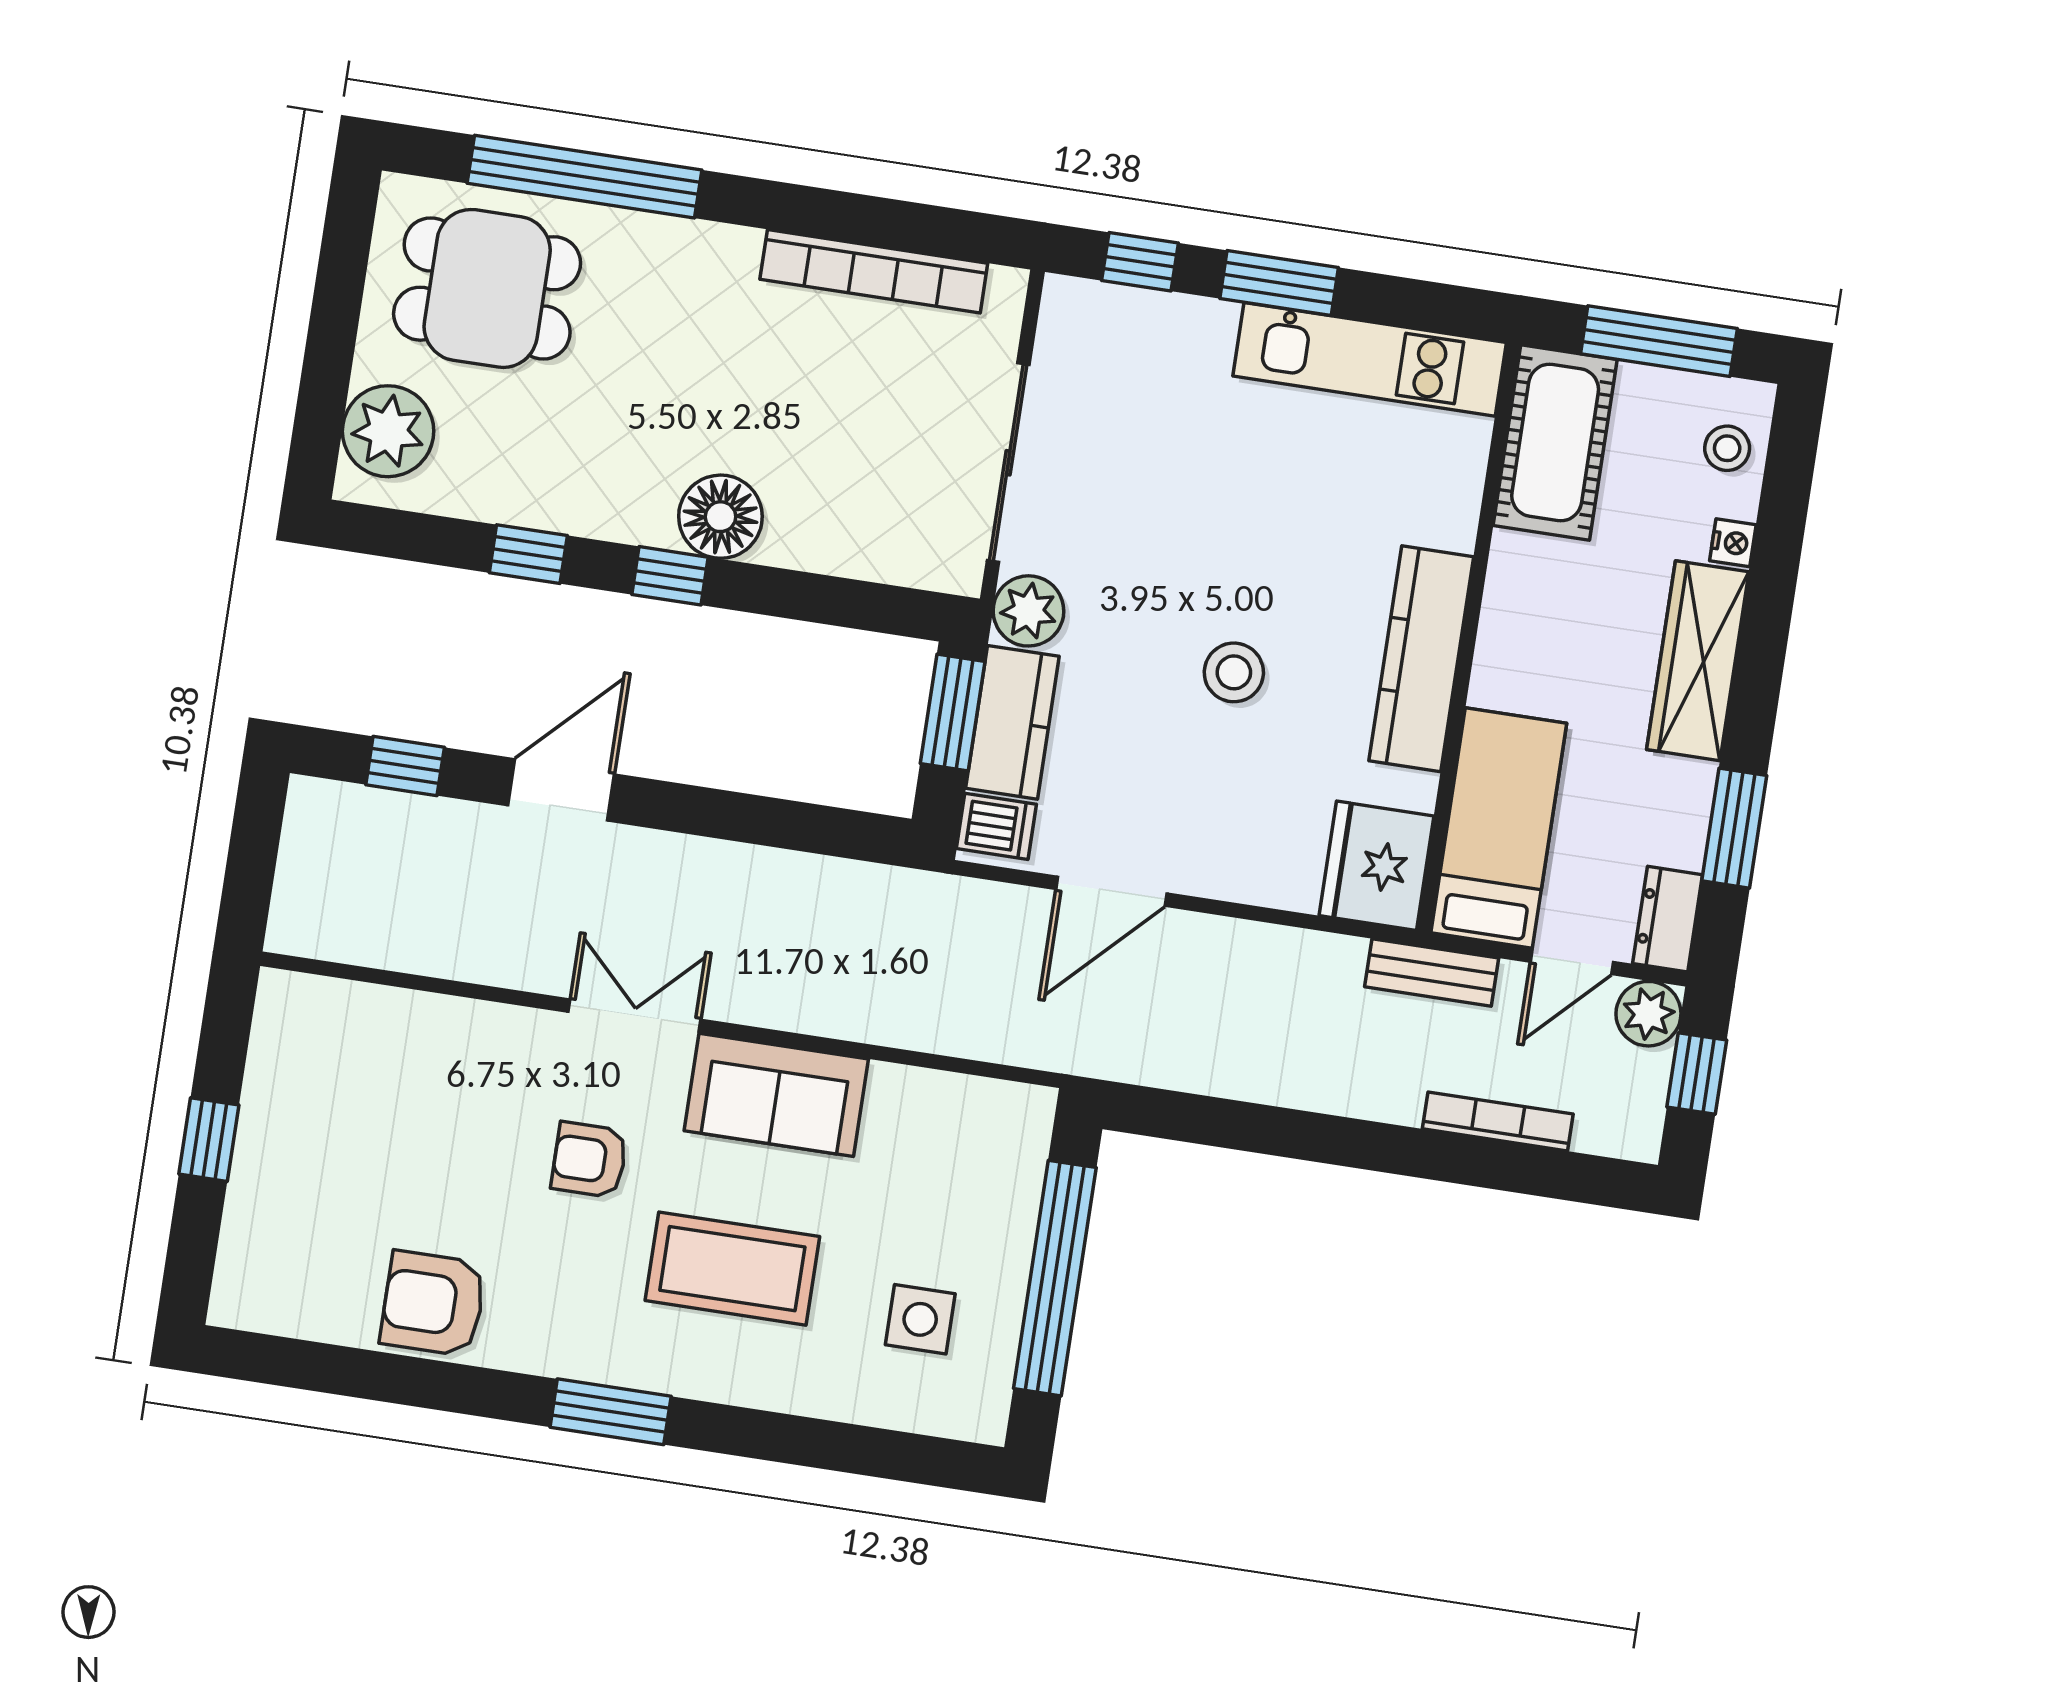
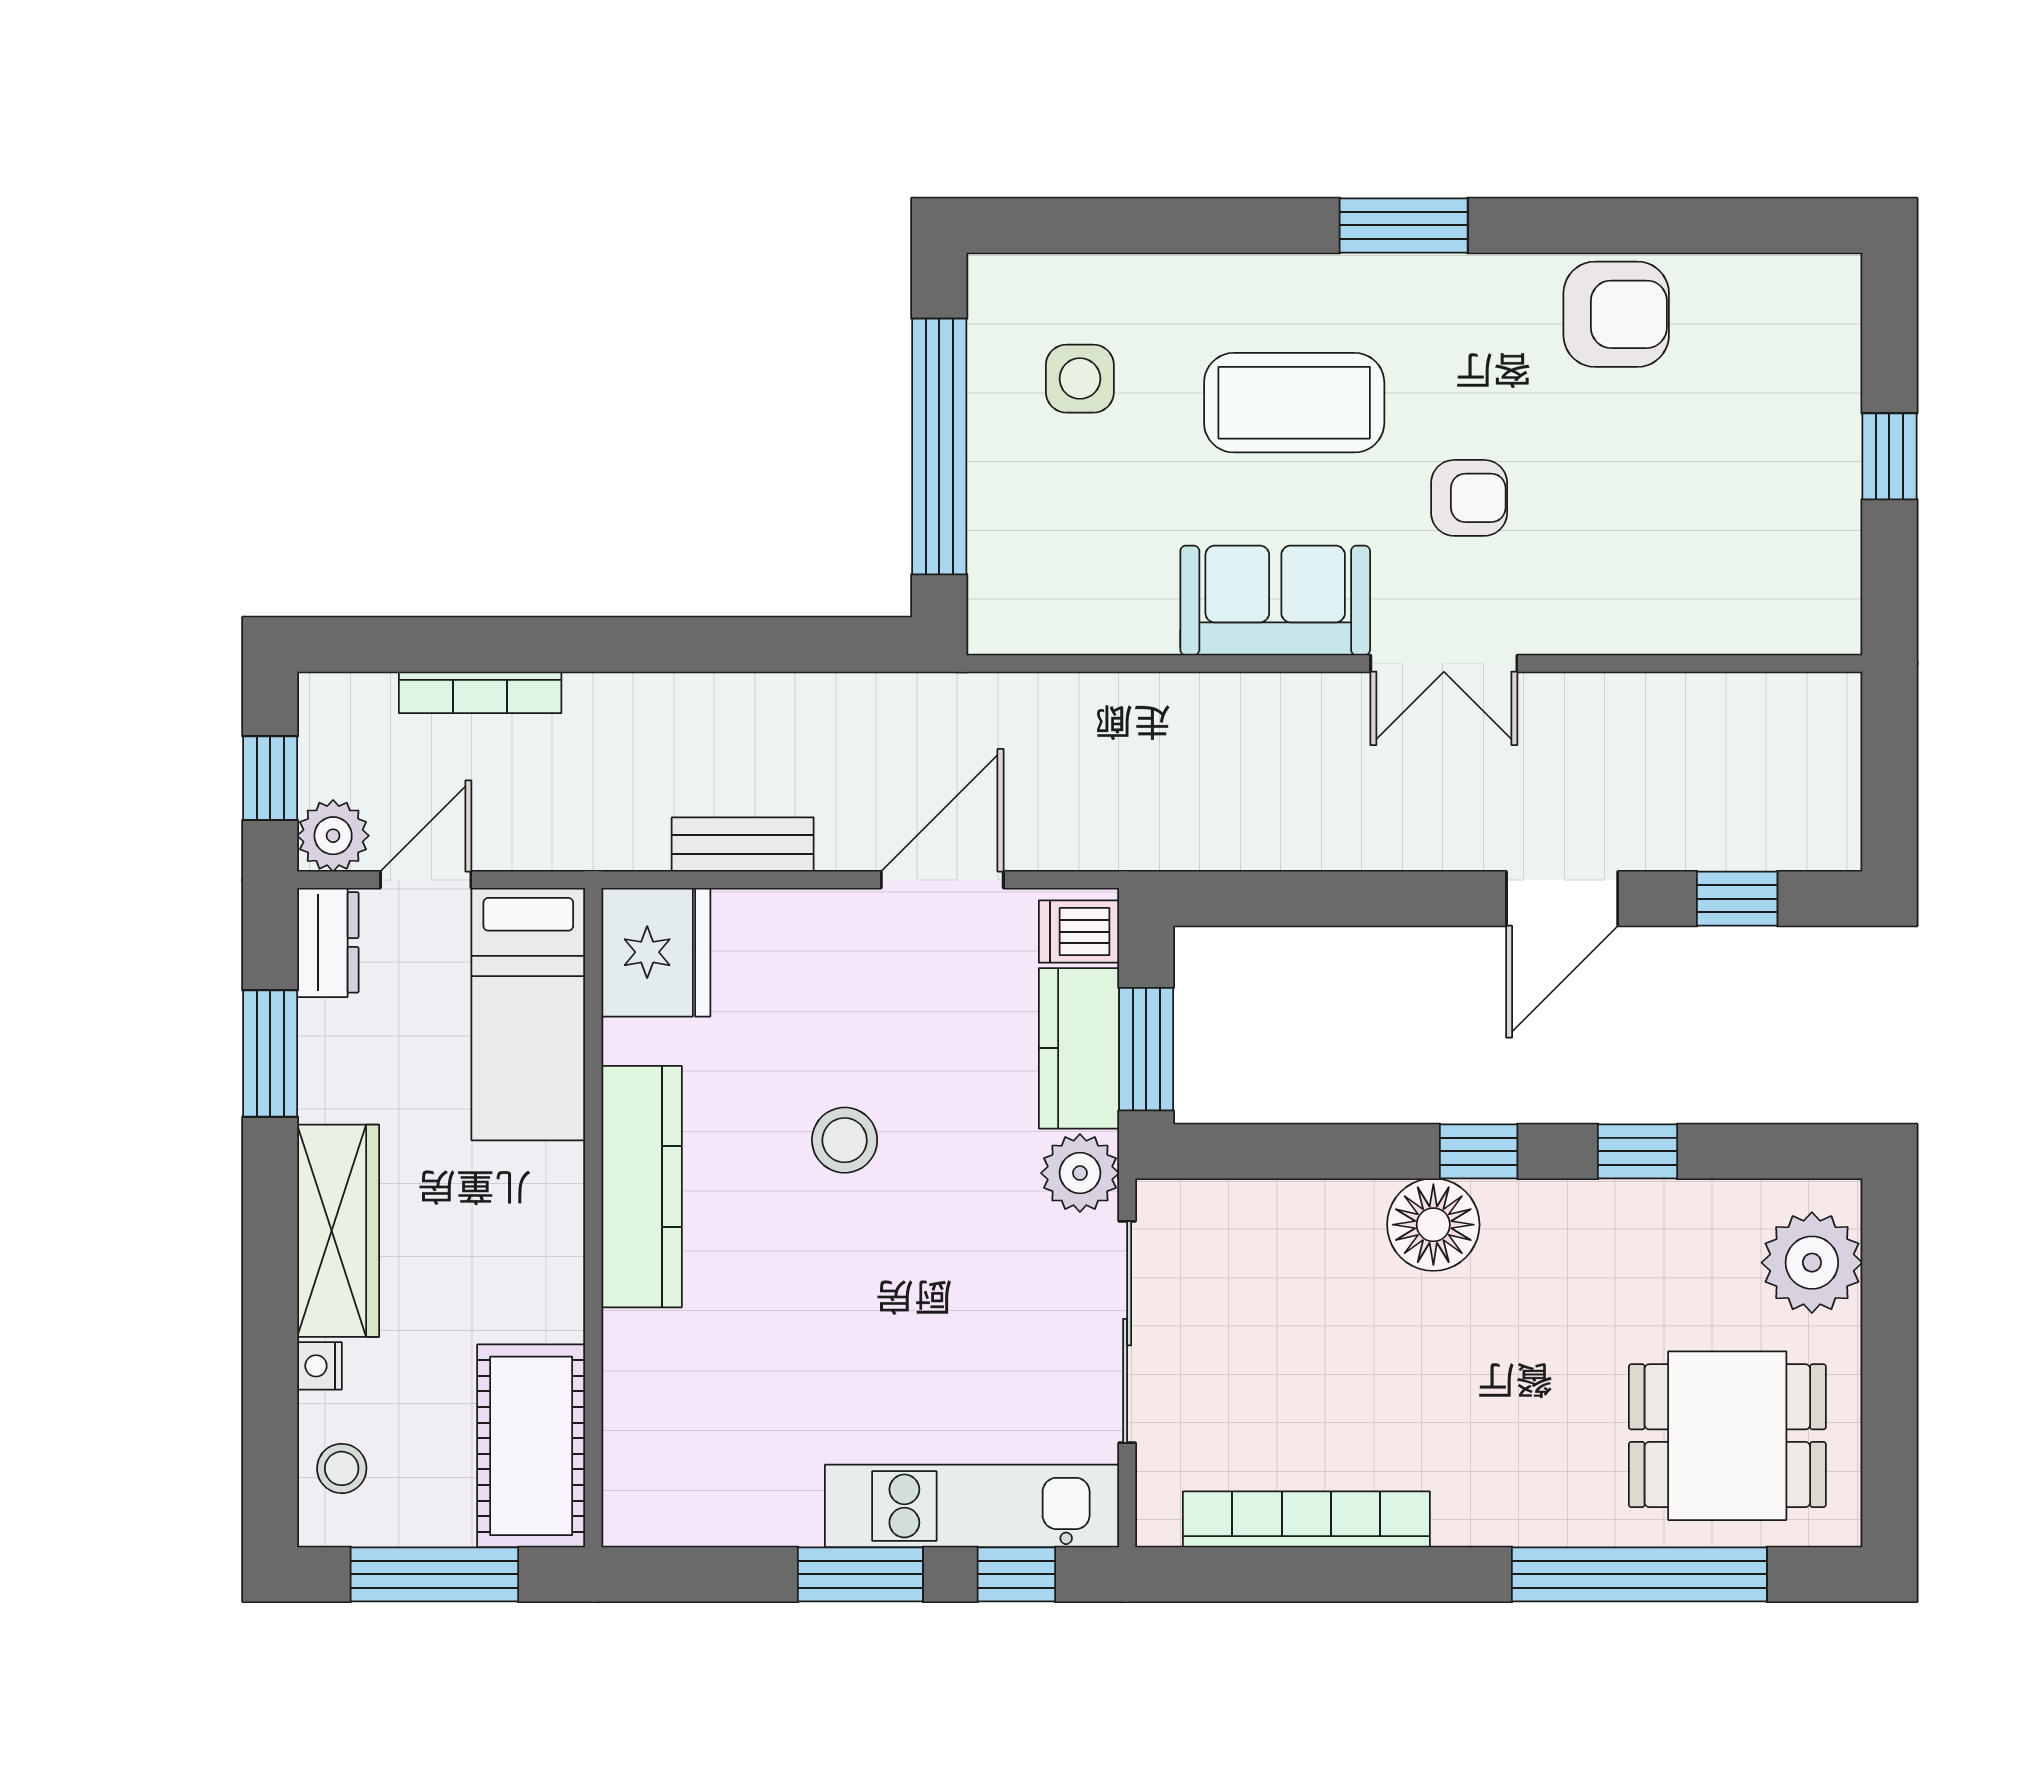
kitchen unit: (1370, 359) -> (972, 1506), moved
bench: (1432, 972) -> (743, 844), moved

